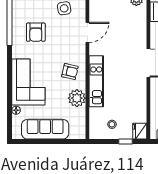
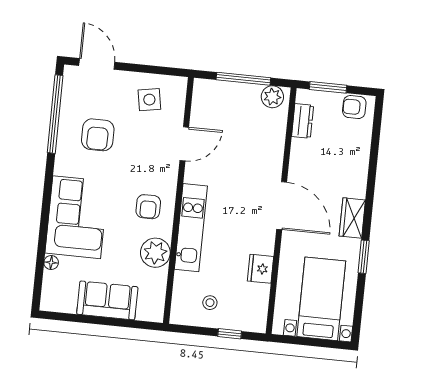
armchair: (70, 71) -> (148, 207), turned 77
sofa: (45, 129) -> (107, 300), width x0.73
fridge: (140, 131) -> (261, 269), moved

